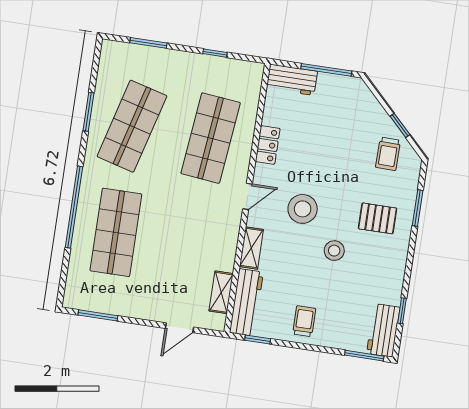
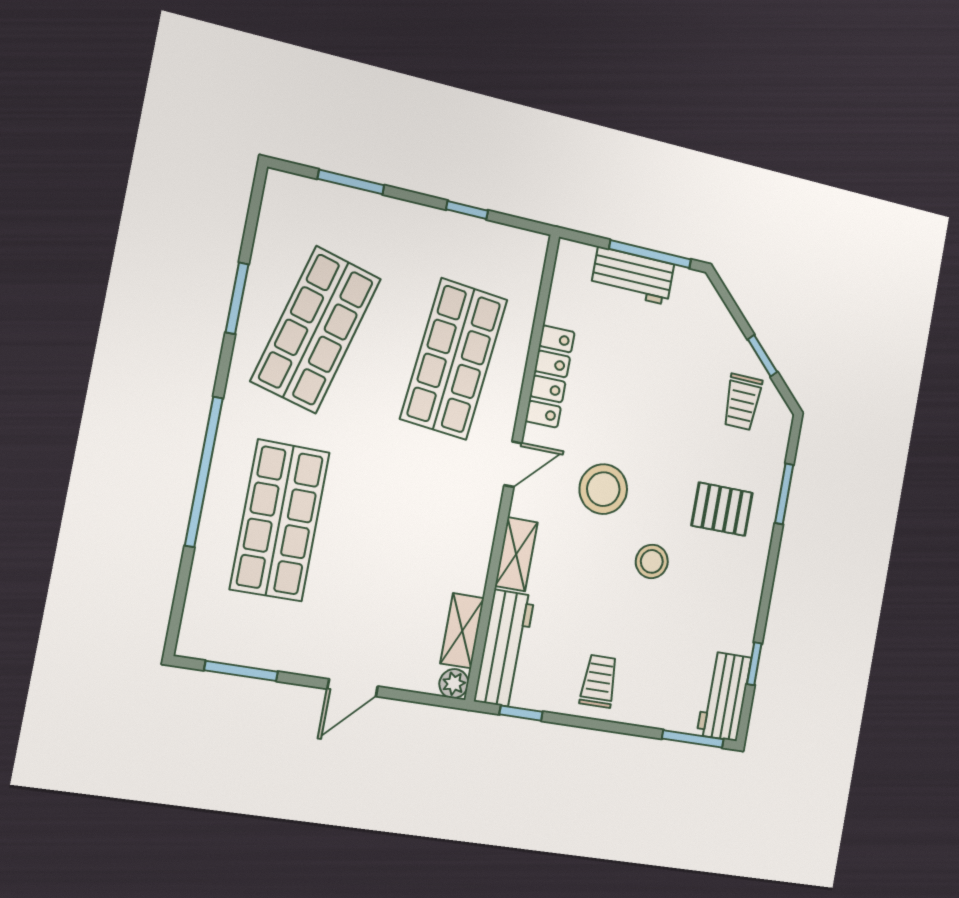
workbench: (292, 80) -> (633, 276), moved
locker: (268, 145) -> (550, 376), width x1.53
plant: (217, 322) -> (454, 684), added
door: (179, 328) -> (353, 688), moved

